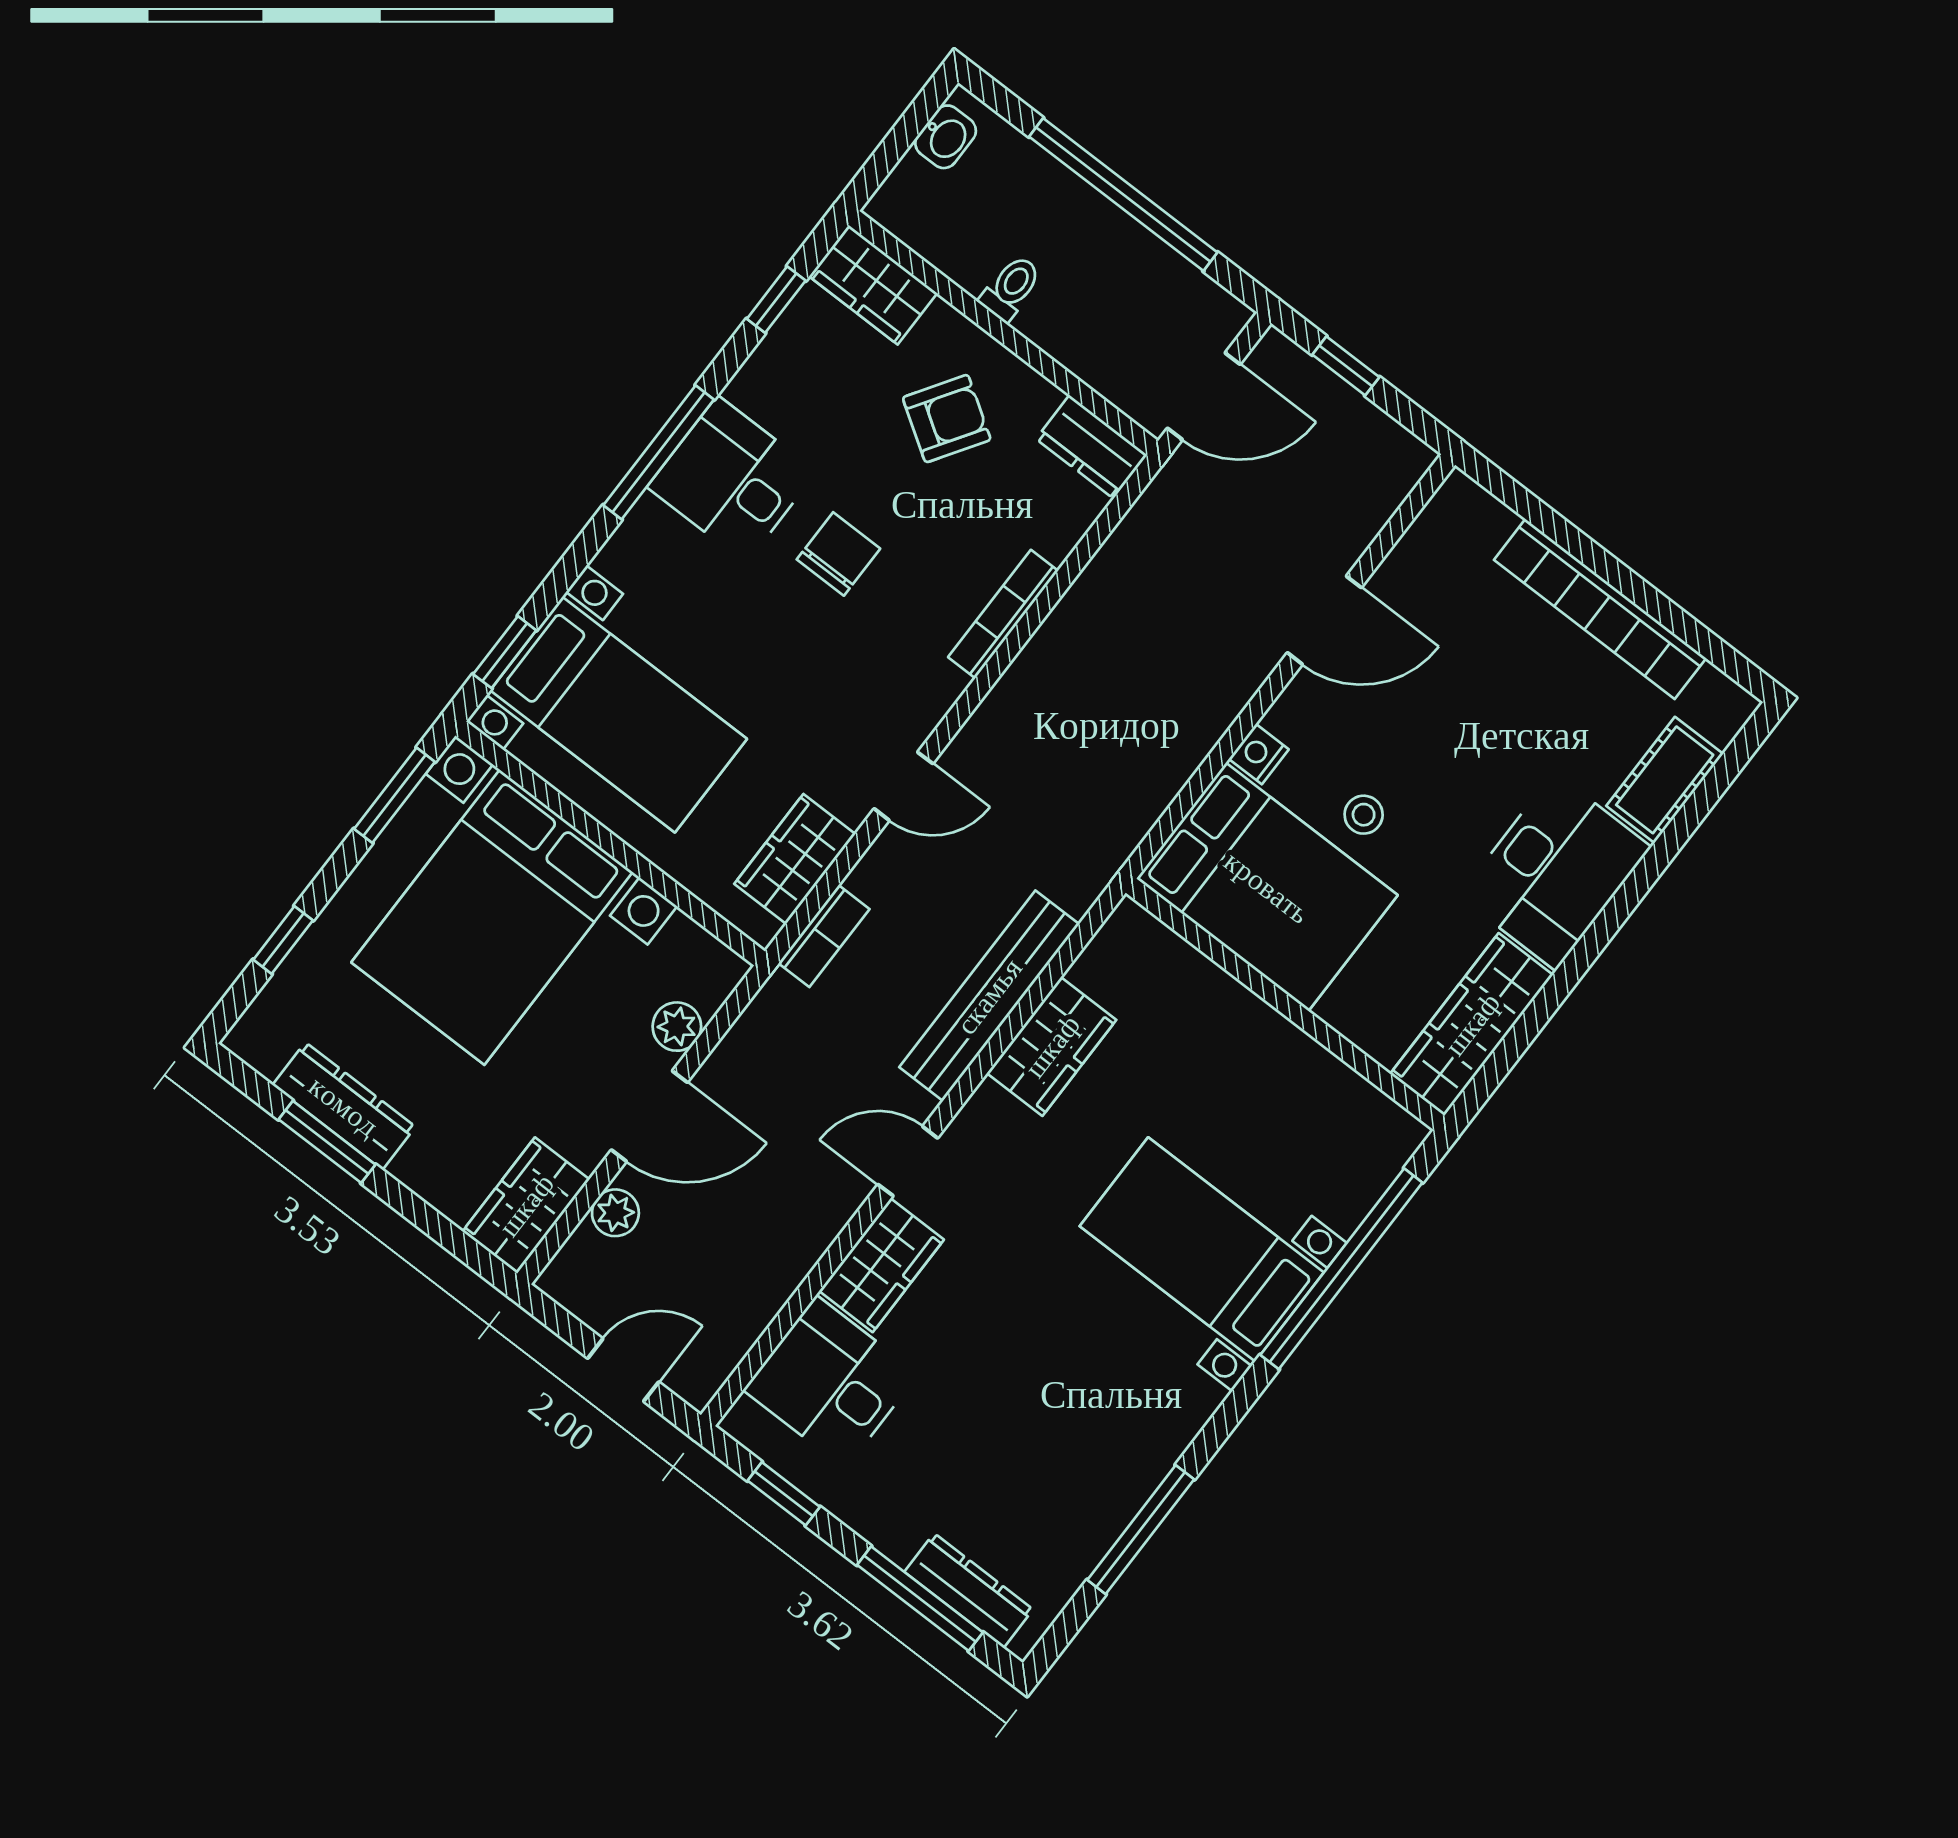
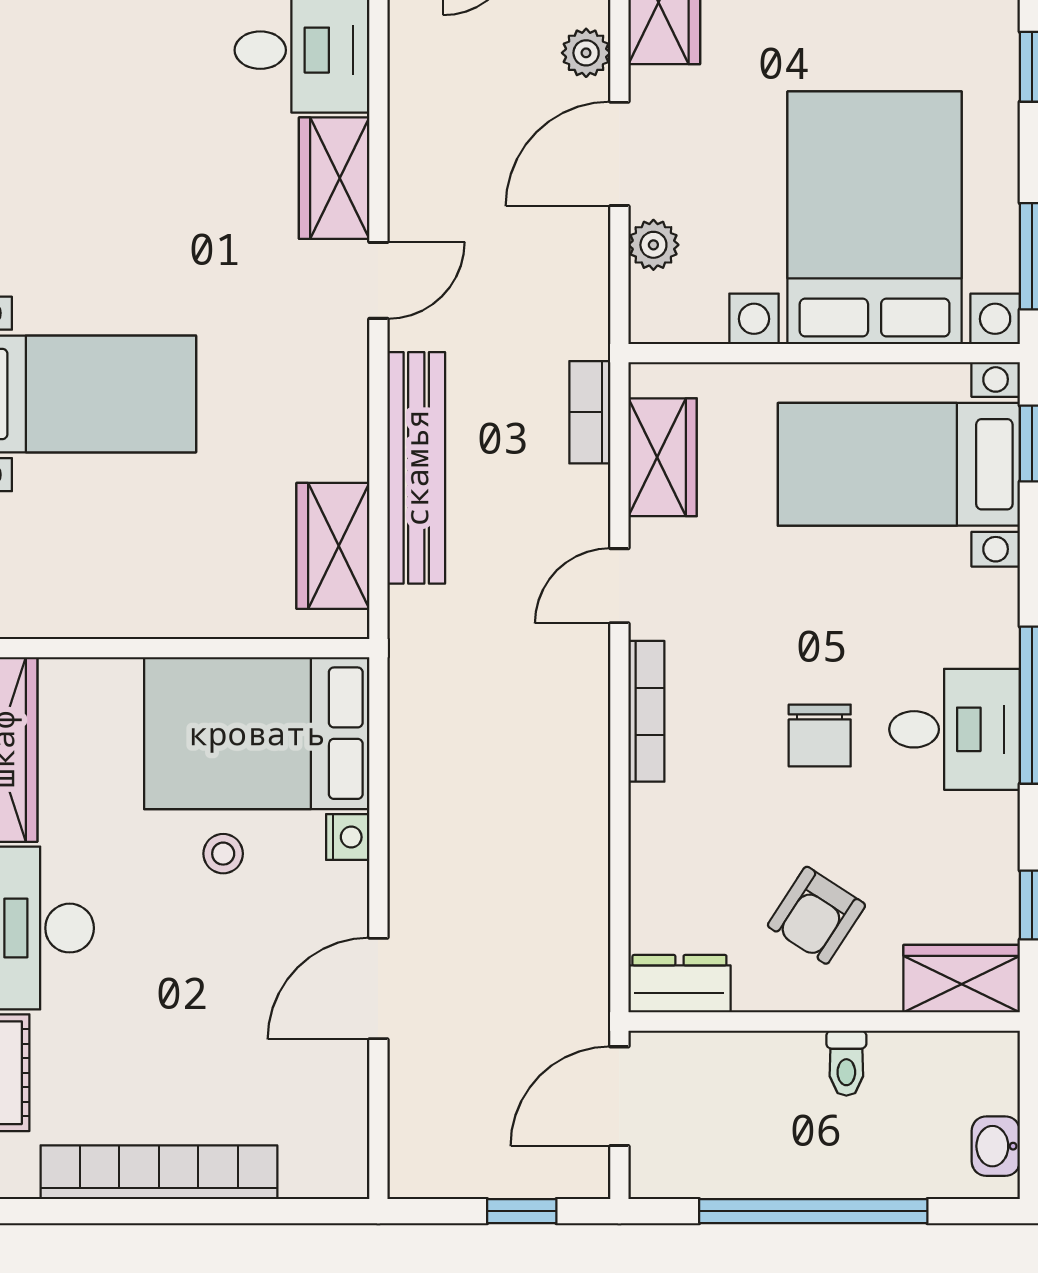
bookcase: (1003, 614) -> (646, 711), moved
wardrobe: (1052, 1046) -> (333, 546), moved

